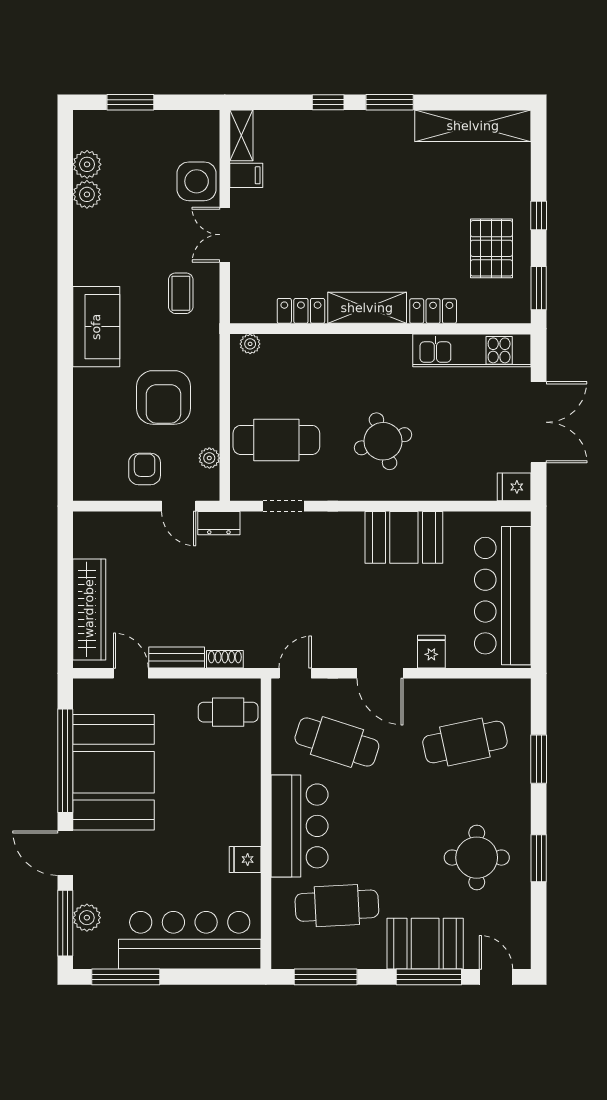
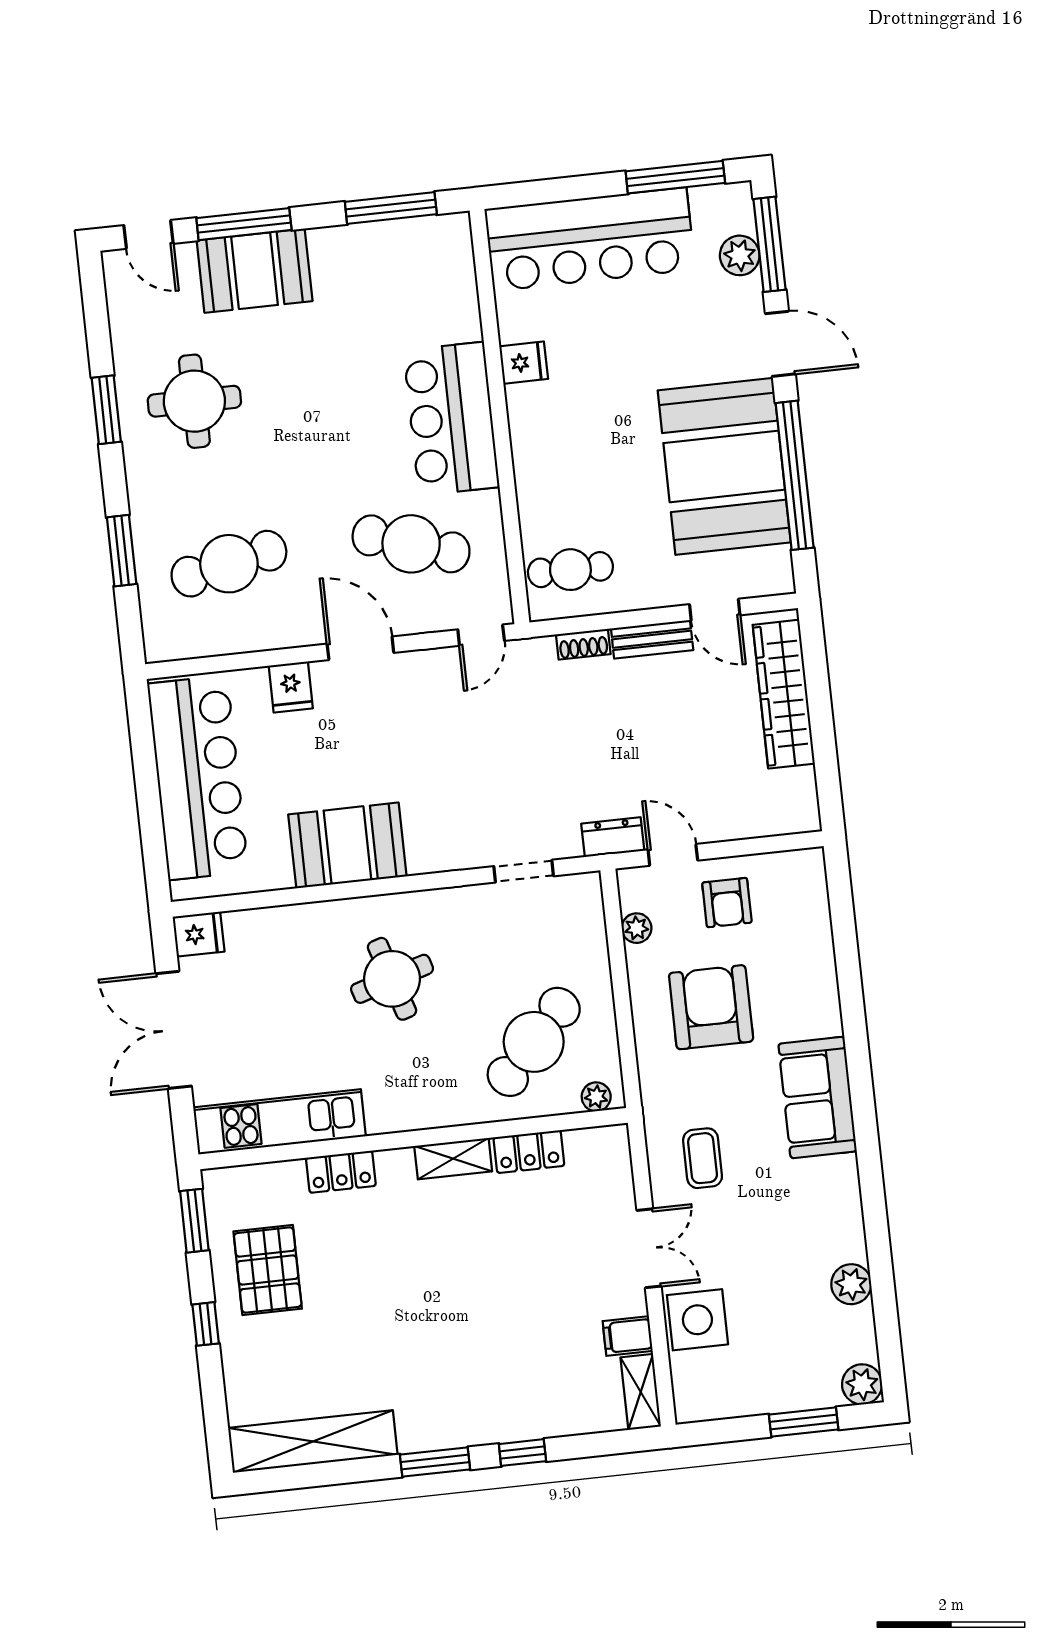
plant: (87, 164) -> (862, 1384), moved
shelving: (367, 308) -> (453, 1159), width x0.67, depth x0.75
cafe table: (276, 440) -> (534, 1042), moved, turned -47
cafe table: (337, 906) -> (386, 311), removed

